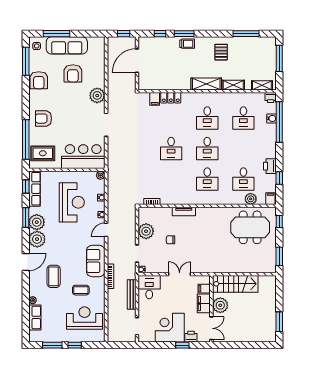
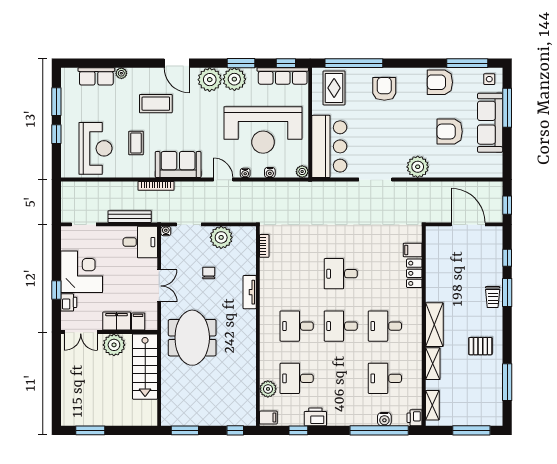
reception desk: (72, 202) -> (263, 130), width x1.36, depth x1.30
meeting table: (250, 227) -> (192, 338), moved

